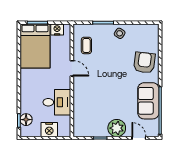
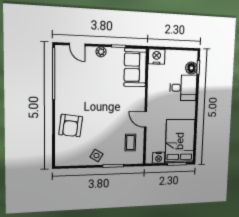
sofa: (148, 101) -> (135, 67), moved, turned 180
desk: (57, 102) -> (183, 88), moved, turned 180
plant: (117, 128) -> (101, 52), width x0.53, depth x0.53
nightstand: (49, 130) -> (157, 57), moved

